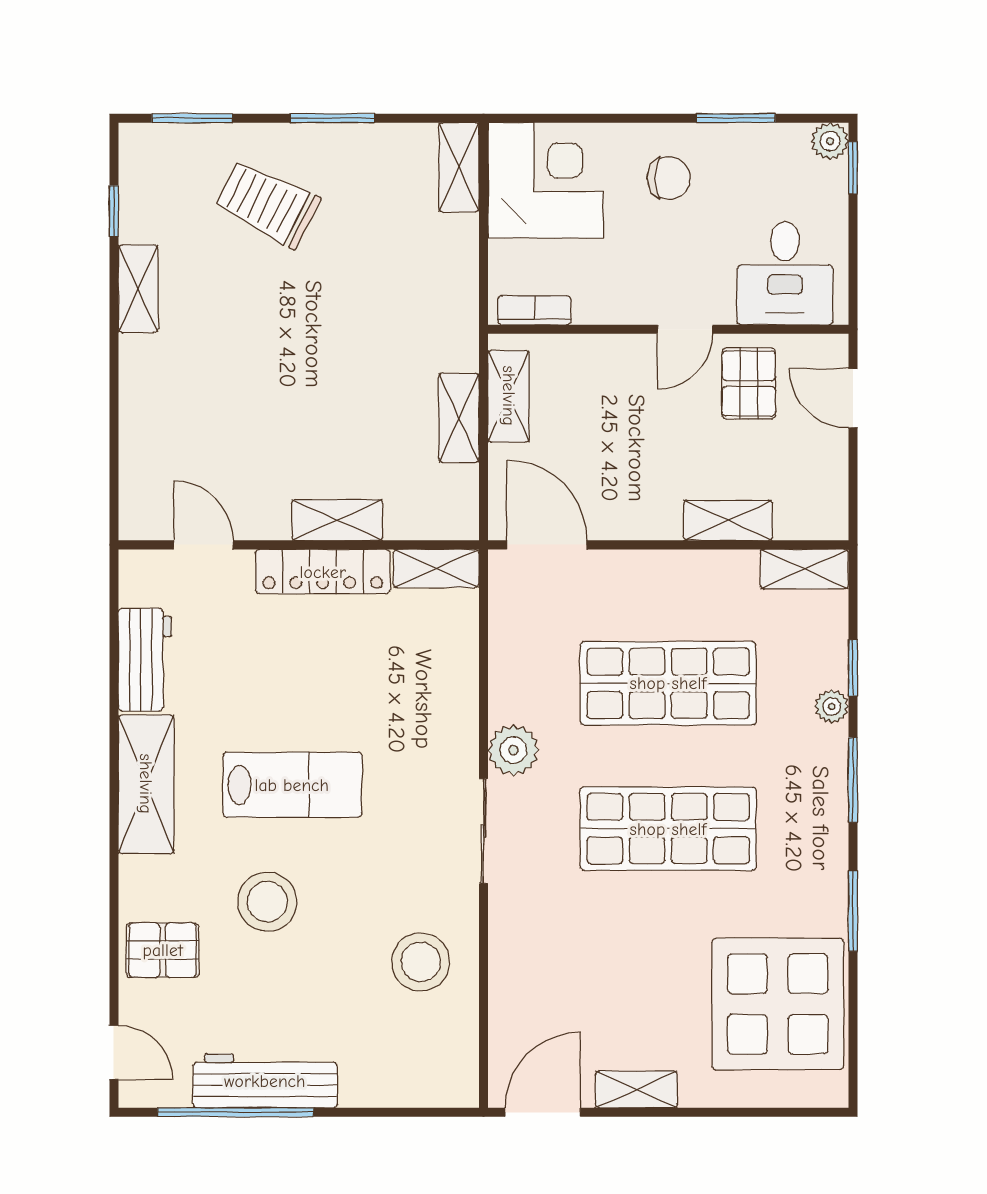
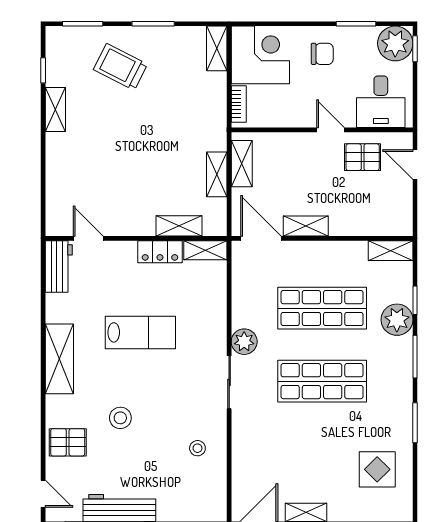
plant: (830, 141) -> (395, 43), width x1.87, depth x1.87
bookcase: (534, 310) -> (239, 104), moved, turned 90
door: (685, 329) -> (331, 130), swing flipped
pallet: (749, 383) -> (363, 157), turned 90
shelving: (337, 520) -> (179, 226), moved
shelving: (728, 520) -> (306, 226), moved
locker: (323, 572) -> (160, 252), width x0.66
workbench: (145, 660) -> (59, 267), moved
plant: (832, 706) -> (397, 320), width x1.88, depth x1.88
lab bench: (292, 785) -> (140, 332), moved
stool: (267, 902) -> (120, 418), width x0.73, depth x0.73
stool: (421, 962) -> (197, 448), width x0.53, depth x0.53
display table: (778, 1004) -> (377, 469), width x0.54, depth x0.54

